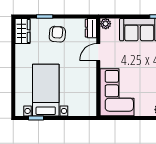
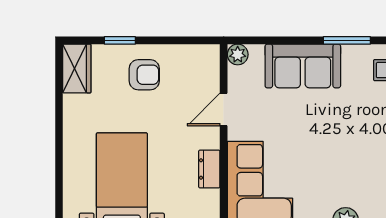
dresser: (91, 28) -> (209, 169), moved
armchair: (57, 34) -> (144, 75), turned 85

